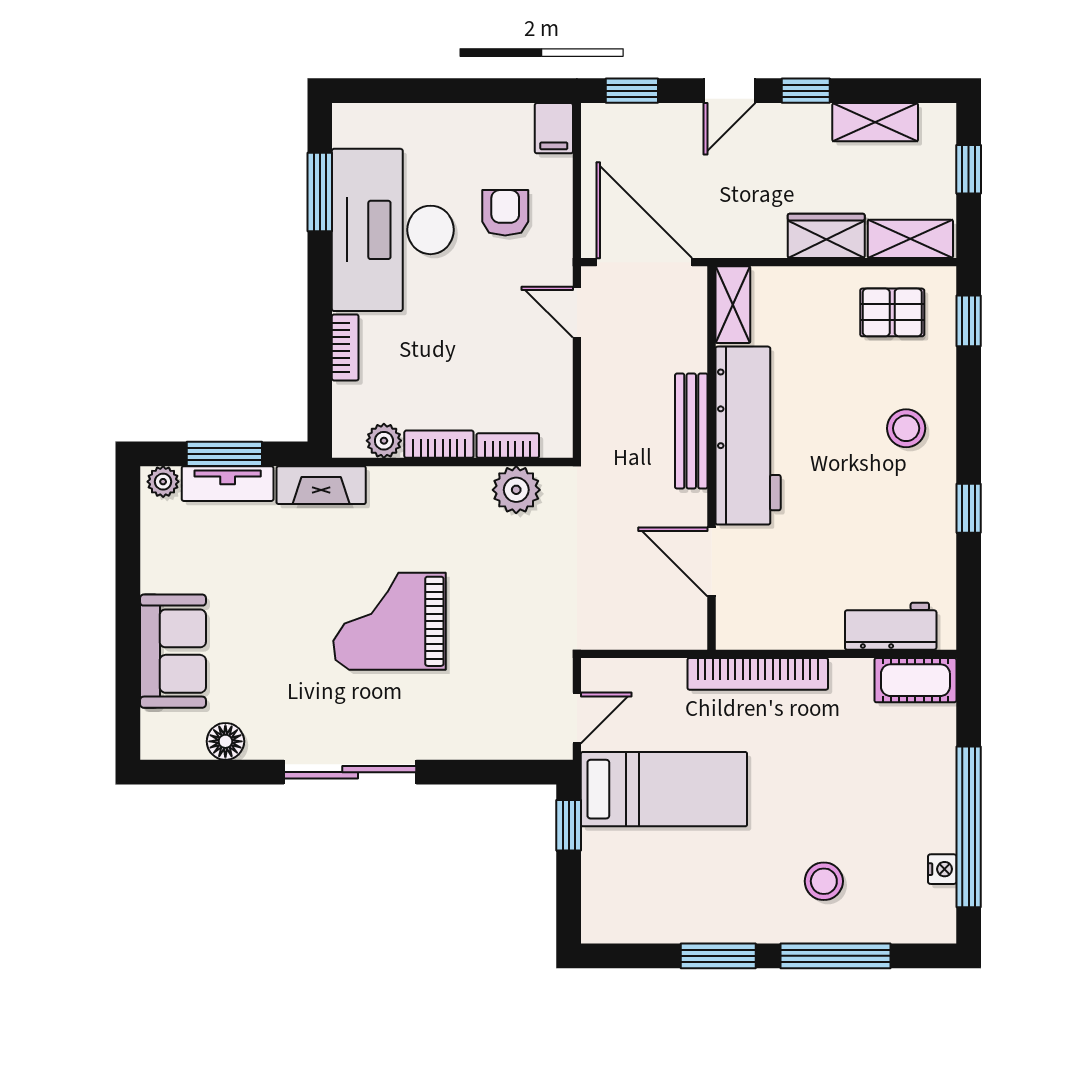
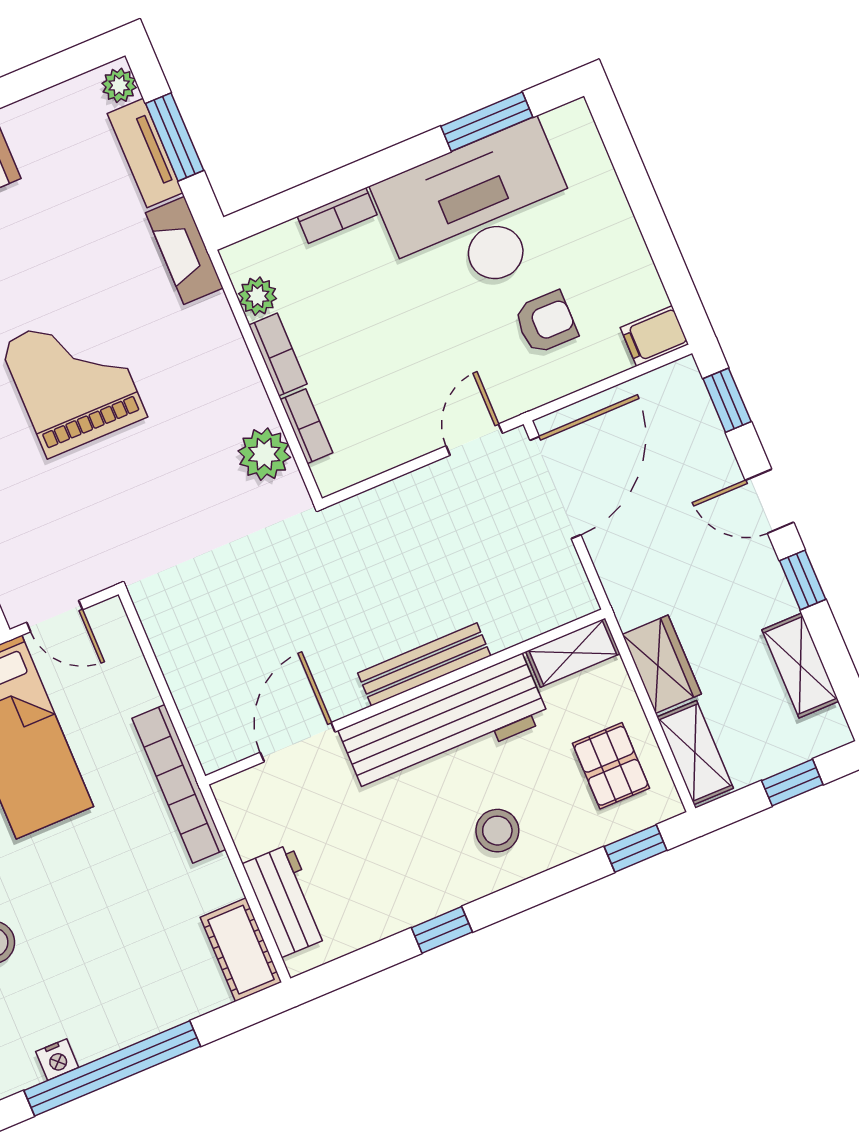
shelving: (733, 305) -> (573, 653), moved
bench: (691, 431) -> (424, 664), moved
workbench: (748, 436) -> (444, 725), moved
wall: (711, 458) -> (405, 697), moved
door: (711, 562) -> (298, 742), moved

